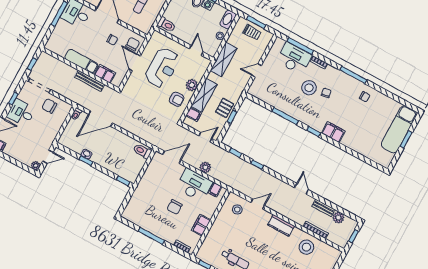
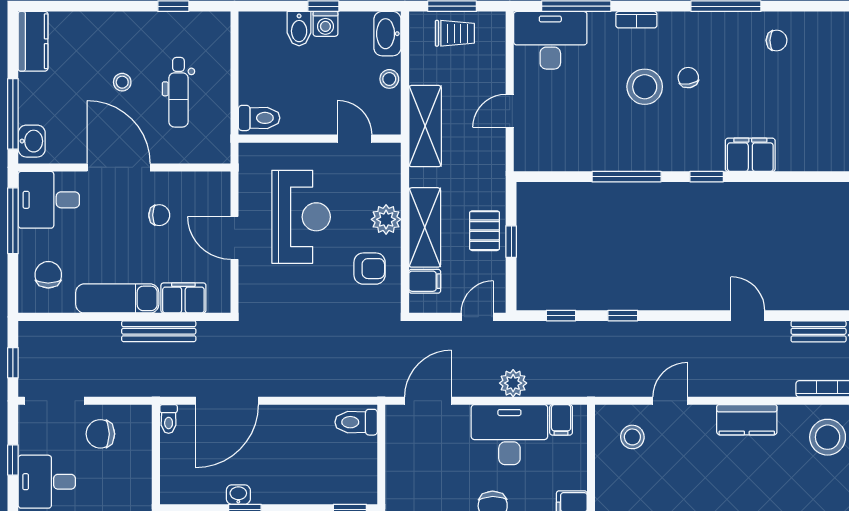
chair: (133, 44) -> (48, 275), moved
desk: (294, 58) -> (550, 40), moved

